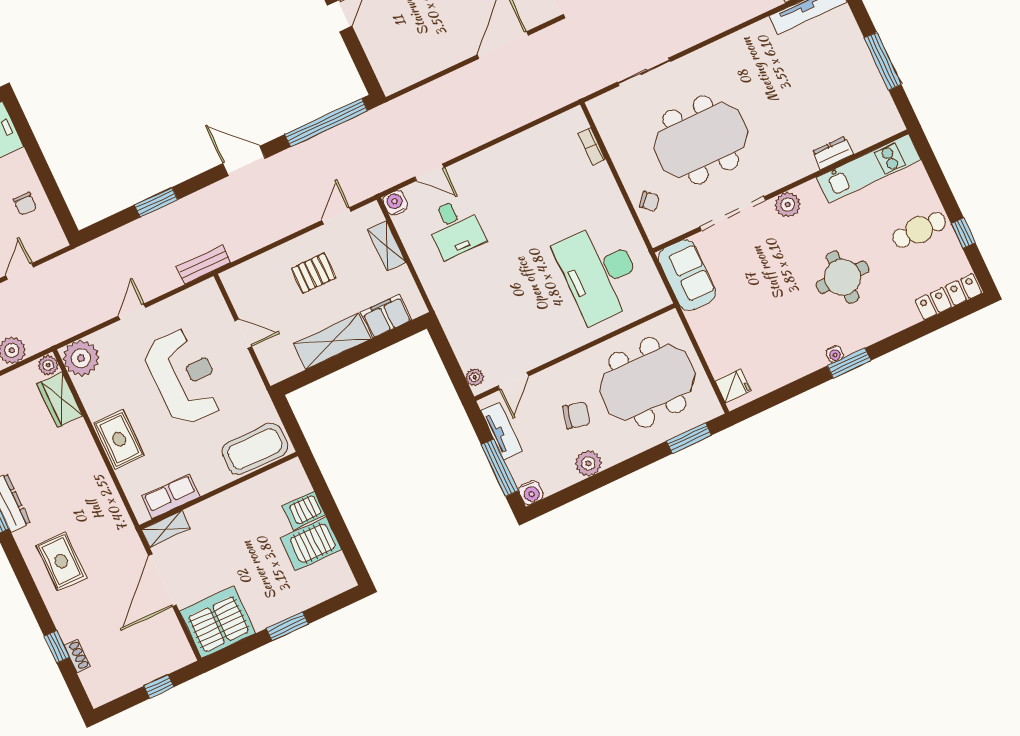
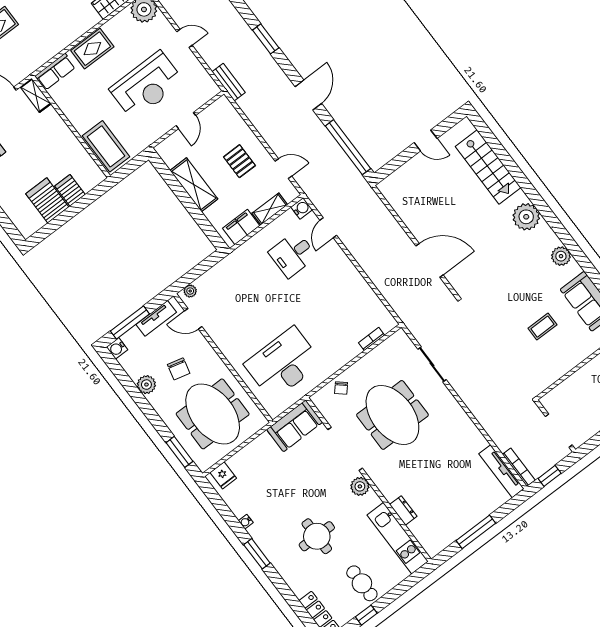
filing cabinet: (386, 316) -> (241, 227), moved, turned -90
water cooler: (835, 354) -> (246, 522), moved
row of seats: (171, 496) -> (55, 72), moved, turned 90

